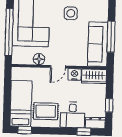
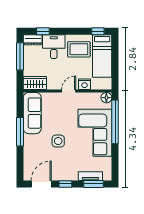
window: (111, 37) -> (20, 132), moved
floor lamp: (39, 59) -> (106, 98), moved
nightstand: (74, 74) -> (84, 84), moved
window: (109, 105) -> (20, 56), width x2.17

